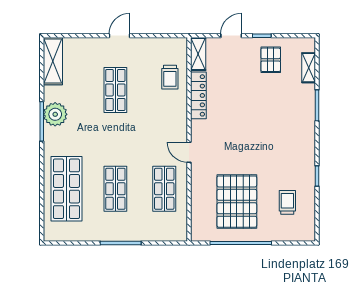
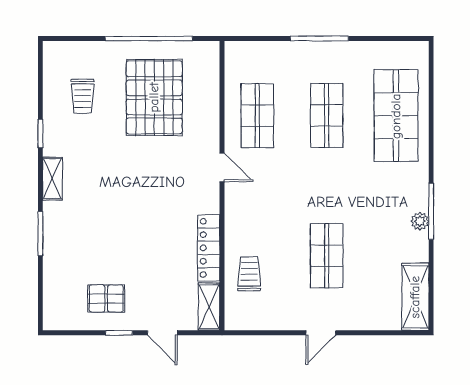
door: (231, 36) -> (162, 333), hinge flipped
pallet: (271, 60) -> (106, 298), turned 90
shelving: (309, 68) -> (52, 179), moved
plant: (55, 114) -> (420, 221), width x0.53, depth x0.53

